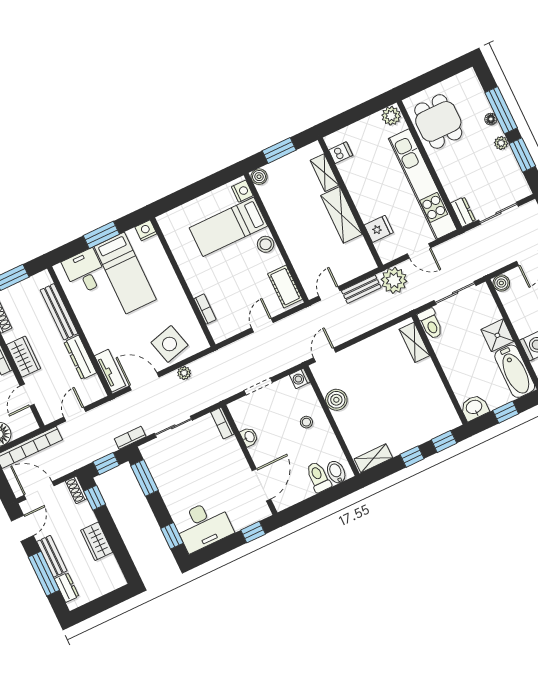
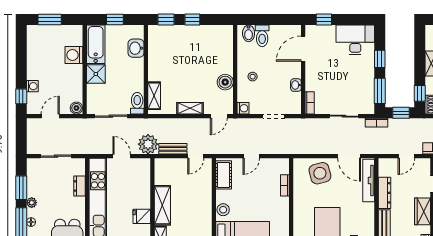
dresser: (463, 212) -> (79, 186), moved
fridge: (379, 229) -> (142, 216), moved
tv unit: (110, 371) -> (369, 180), width x1.41
plant: (184, 373) -> (319, 149), removed
washbasin: (474, 408) -> (136, 48), moved, turned 90
shelving: (373, 458) -> (190, 108), moved
window: (172, 536) -> (380, 59), moved

